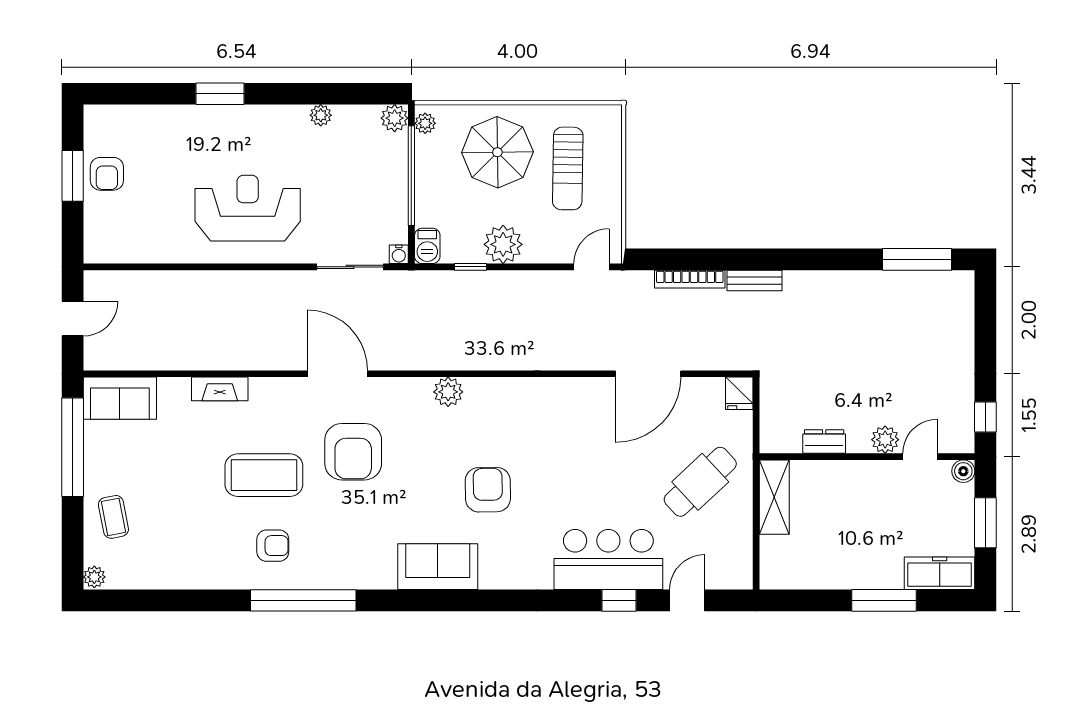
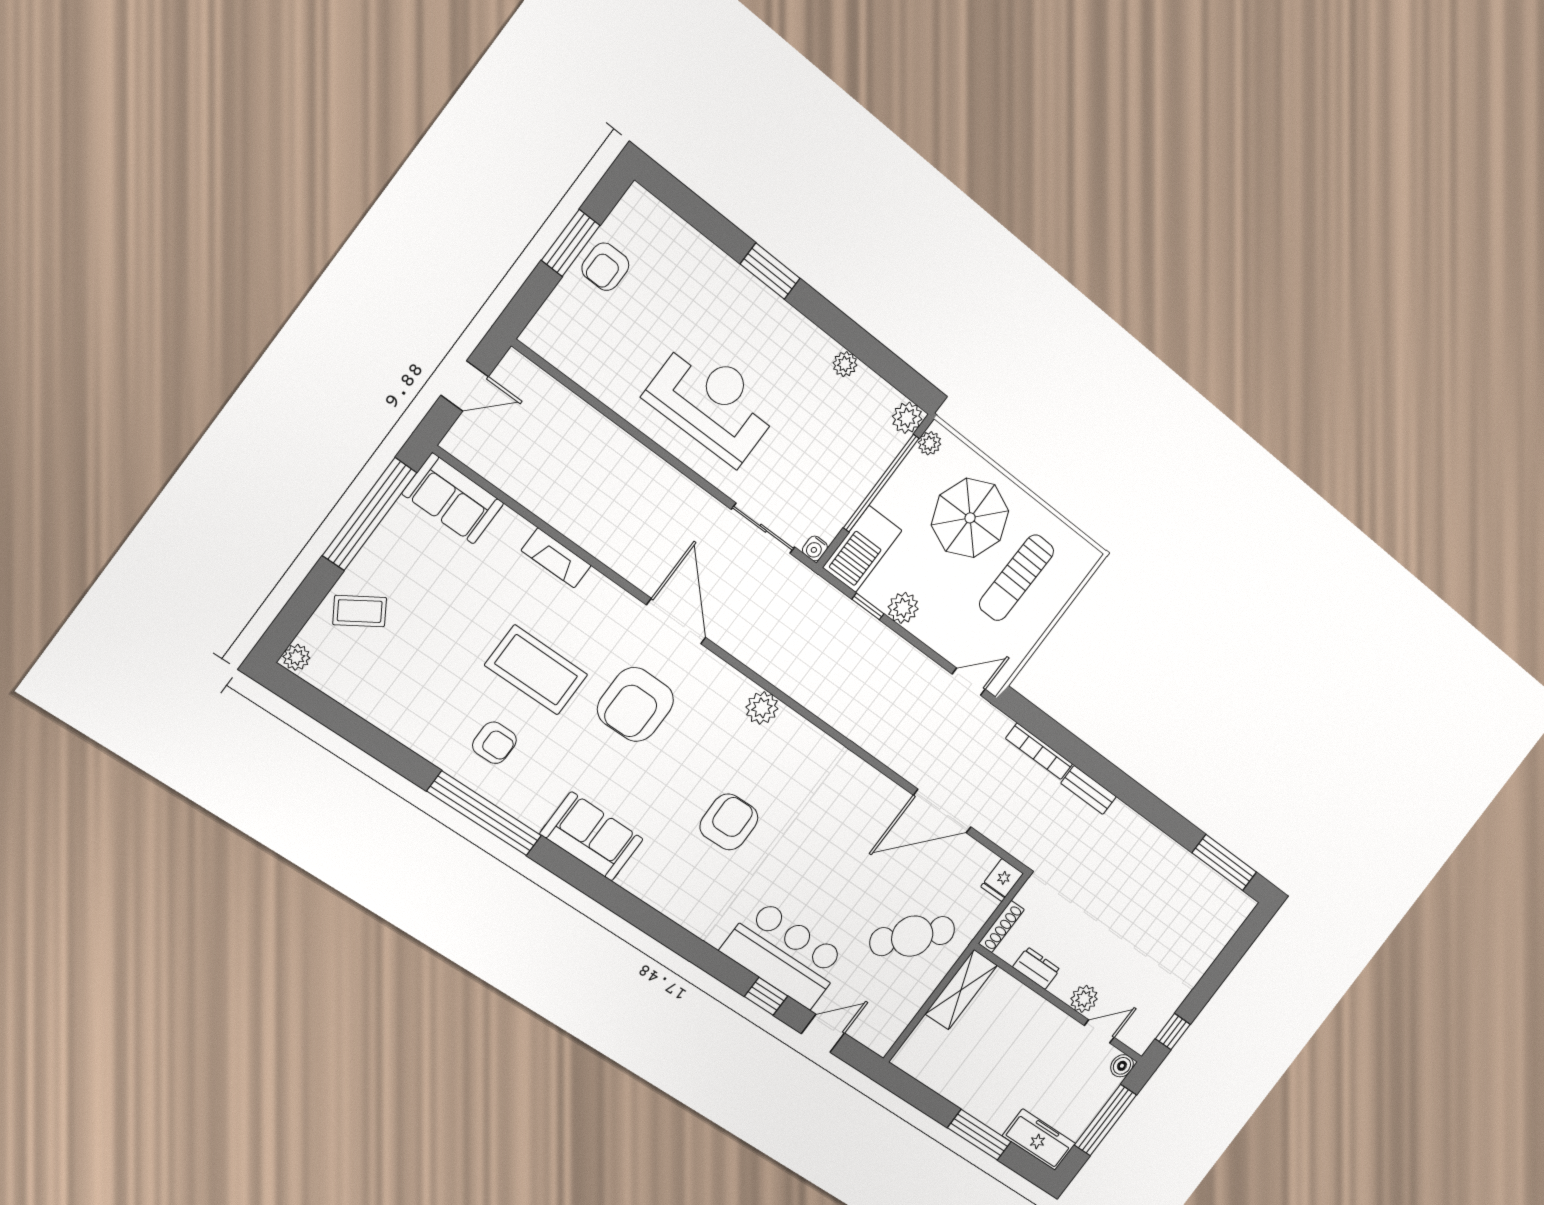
plant: (503, 244) -> (903, 608), width x0.73, depth x0.73
barbecue: (427, 246) -> (862, 549), width x1.88, depth x1.53
shoe rack: (768, 428) -> (1001, 926), added
coffee table: (113, 517) -> (360, 611), turned 69
window: (985, 523) -> (1105, 1120), width x1.44
sofa: (438, 567) -> (592, 836), moved

